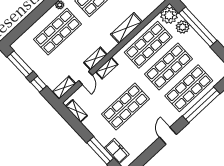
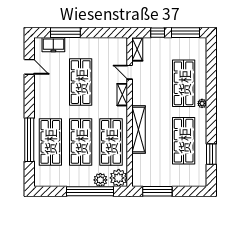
shelving: (126, 28) -> (139, 129), width x1.47
shelving: (95, 59) -> (137, 93), removed
shelving: (76, 111) -> (111, 42), removed
door: (168, 136) -> (29, 67), moved

